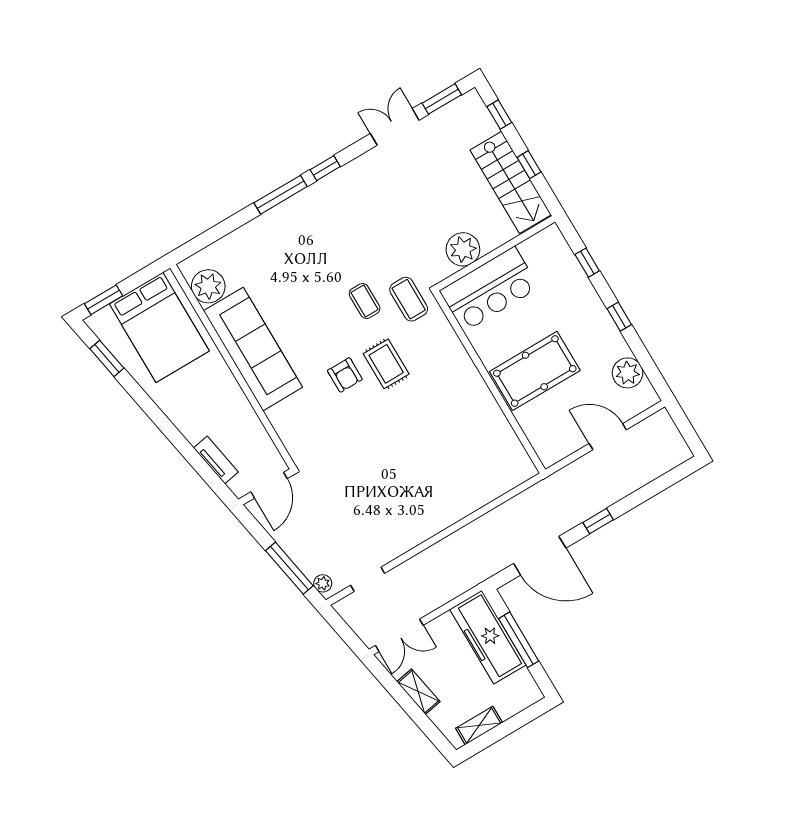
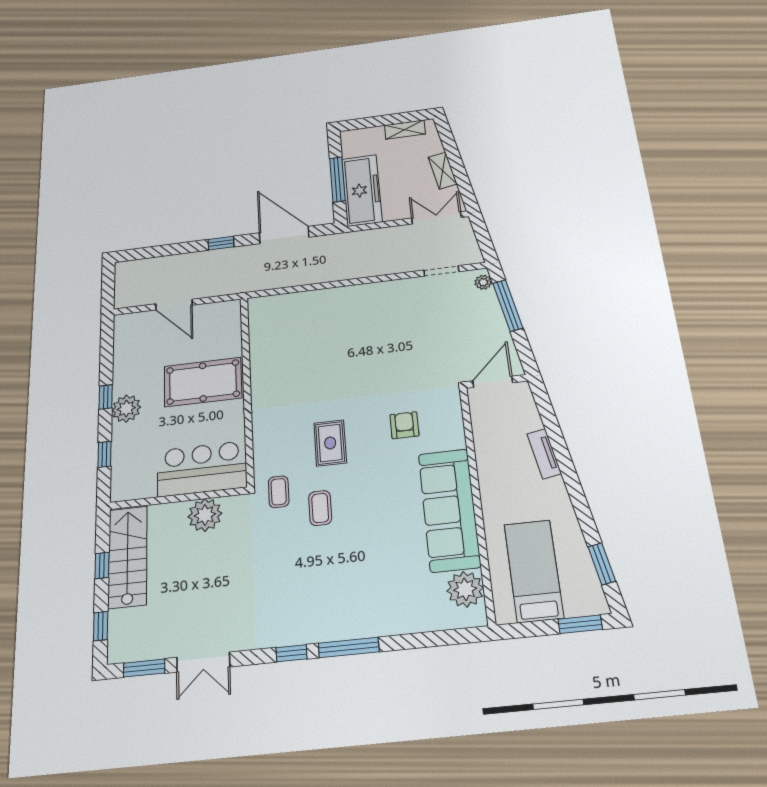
coffee table: (409, 299) -> (279, 492), width x0.73, depth x0.77
bed: (159, 327) -> (534, 571), width x0.67
plant: (628, 373) -> (126, 409), moved
armchair: (345, 375) -> (404, 425), moved
tv unit: (216, 460) -> (544, 454), moved

